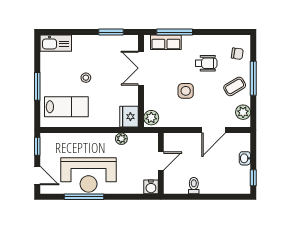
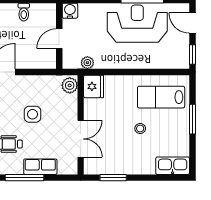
window: (175, 32) -> (25, 178), moved
row of seats: (166, 42) -> (40, 167), moved
plant: (121, 139) -> (87, 63), moved

